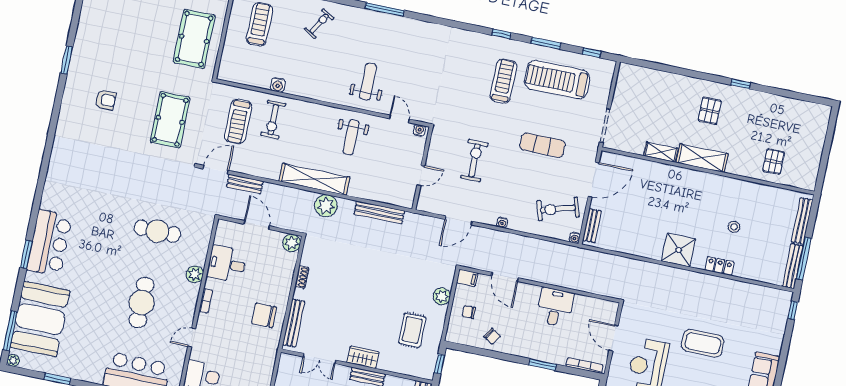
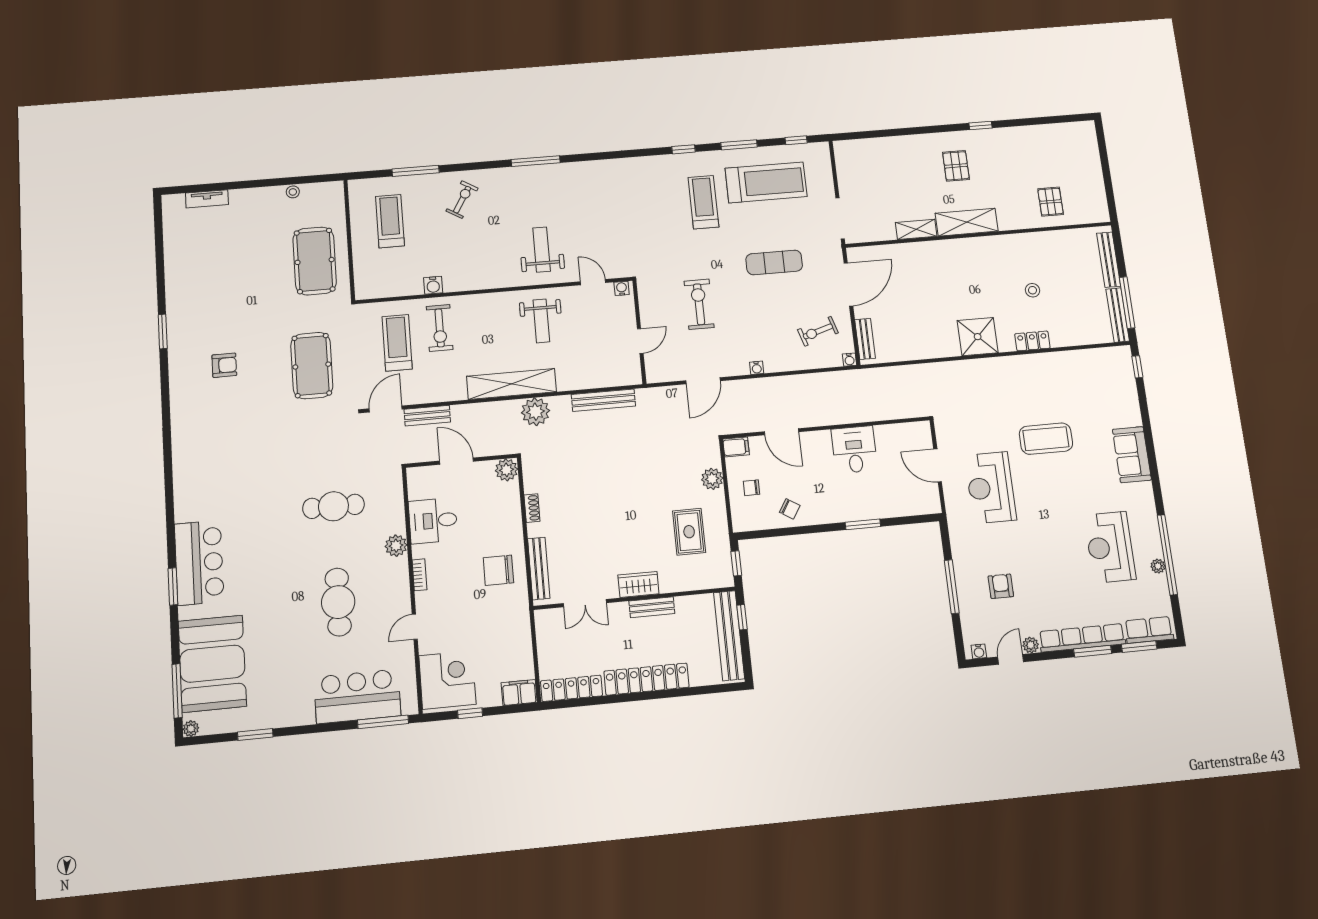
treadmill: (557, 80) -> (766, 182), turned 180
treadmill: (238, 122) -> (397, 343), turned 180
exercise bike: (558, 209) -> (818, 331), width x0.73, depth x0.72
bookcase: (585, 365) -> (914, 510), removed

